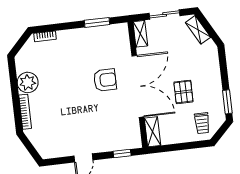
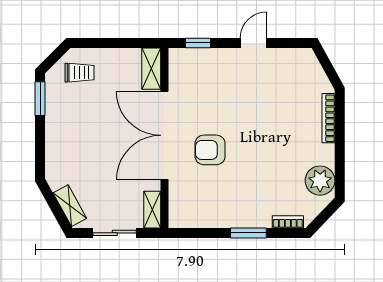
window: (97, 22) -> (248, 233), moved
plant: (28, 82) -> (320, 181), moved
pallet: (183, 92) -> (101, 120), removed
trolley: (202, 123) -> (80, 73), turned 90

